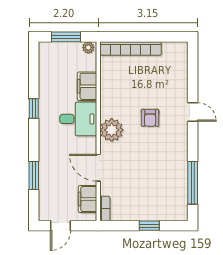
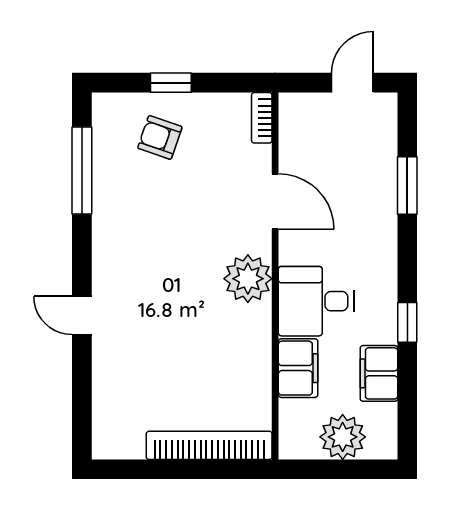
window: (66, 37) -> (341, 469), removed
plant: (88, 47) -> (343, 437), moved, width x1.88, depth x1.88
armchair: (150, 118) -> (160, 137), moved, turned -71
filing cabinet: (88, 199) -> (379, 373), moved, turned 180

